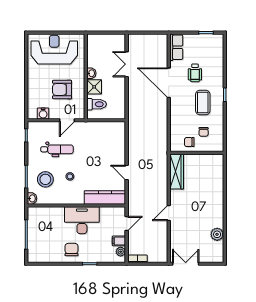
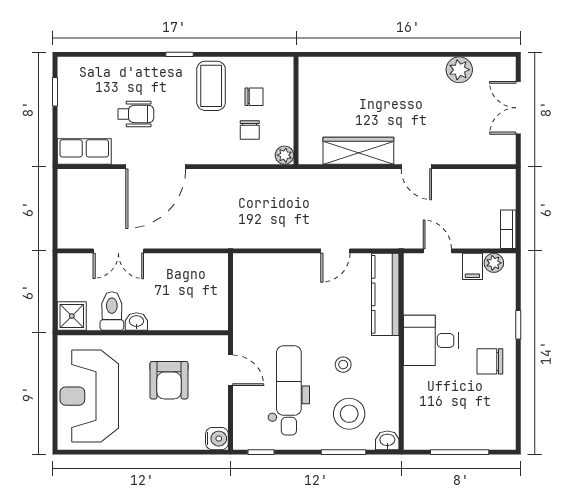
shower: (94, 87) -> (72, 316), moved
coffee table: (203, 102) -> (211, 86), moved, turned 90
toilet: (97, 104) -> (112, 311), moved
water cooler: (43, 113) -> (217, 439), moved
chair: (189, 142) -> (250, 130), moved
plant: (174, 147) -> (285, 155), added
dental chair: (57, 149) -> (289, 390), width x1.36, depth x1.38
wardrobe: (177, 172) -> (358, 151), moved
desk: (82, 220) -> (431, 340), width x0.73
double door: (186, 264) -> (518, 108), moved

